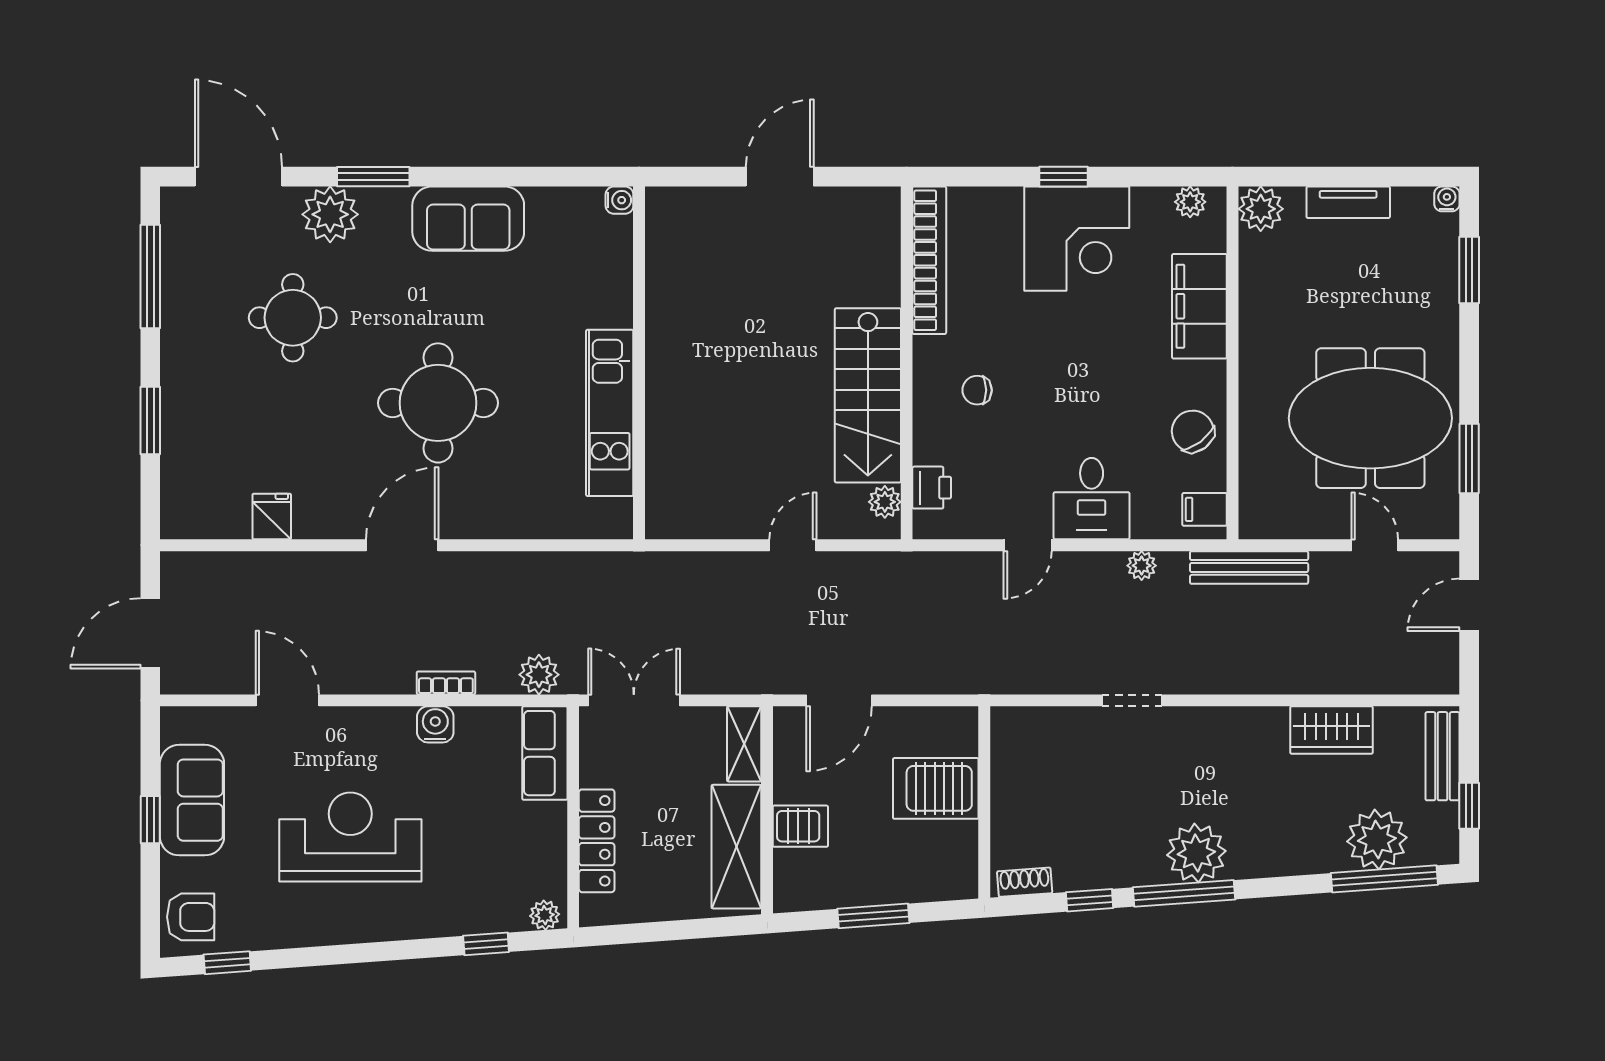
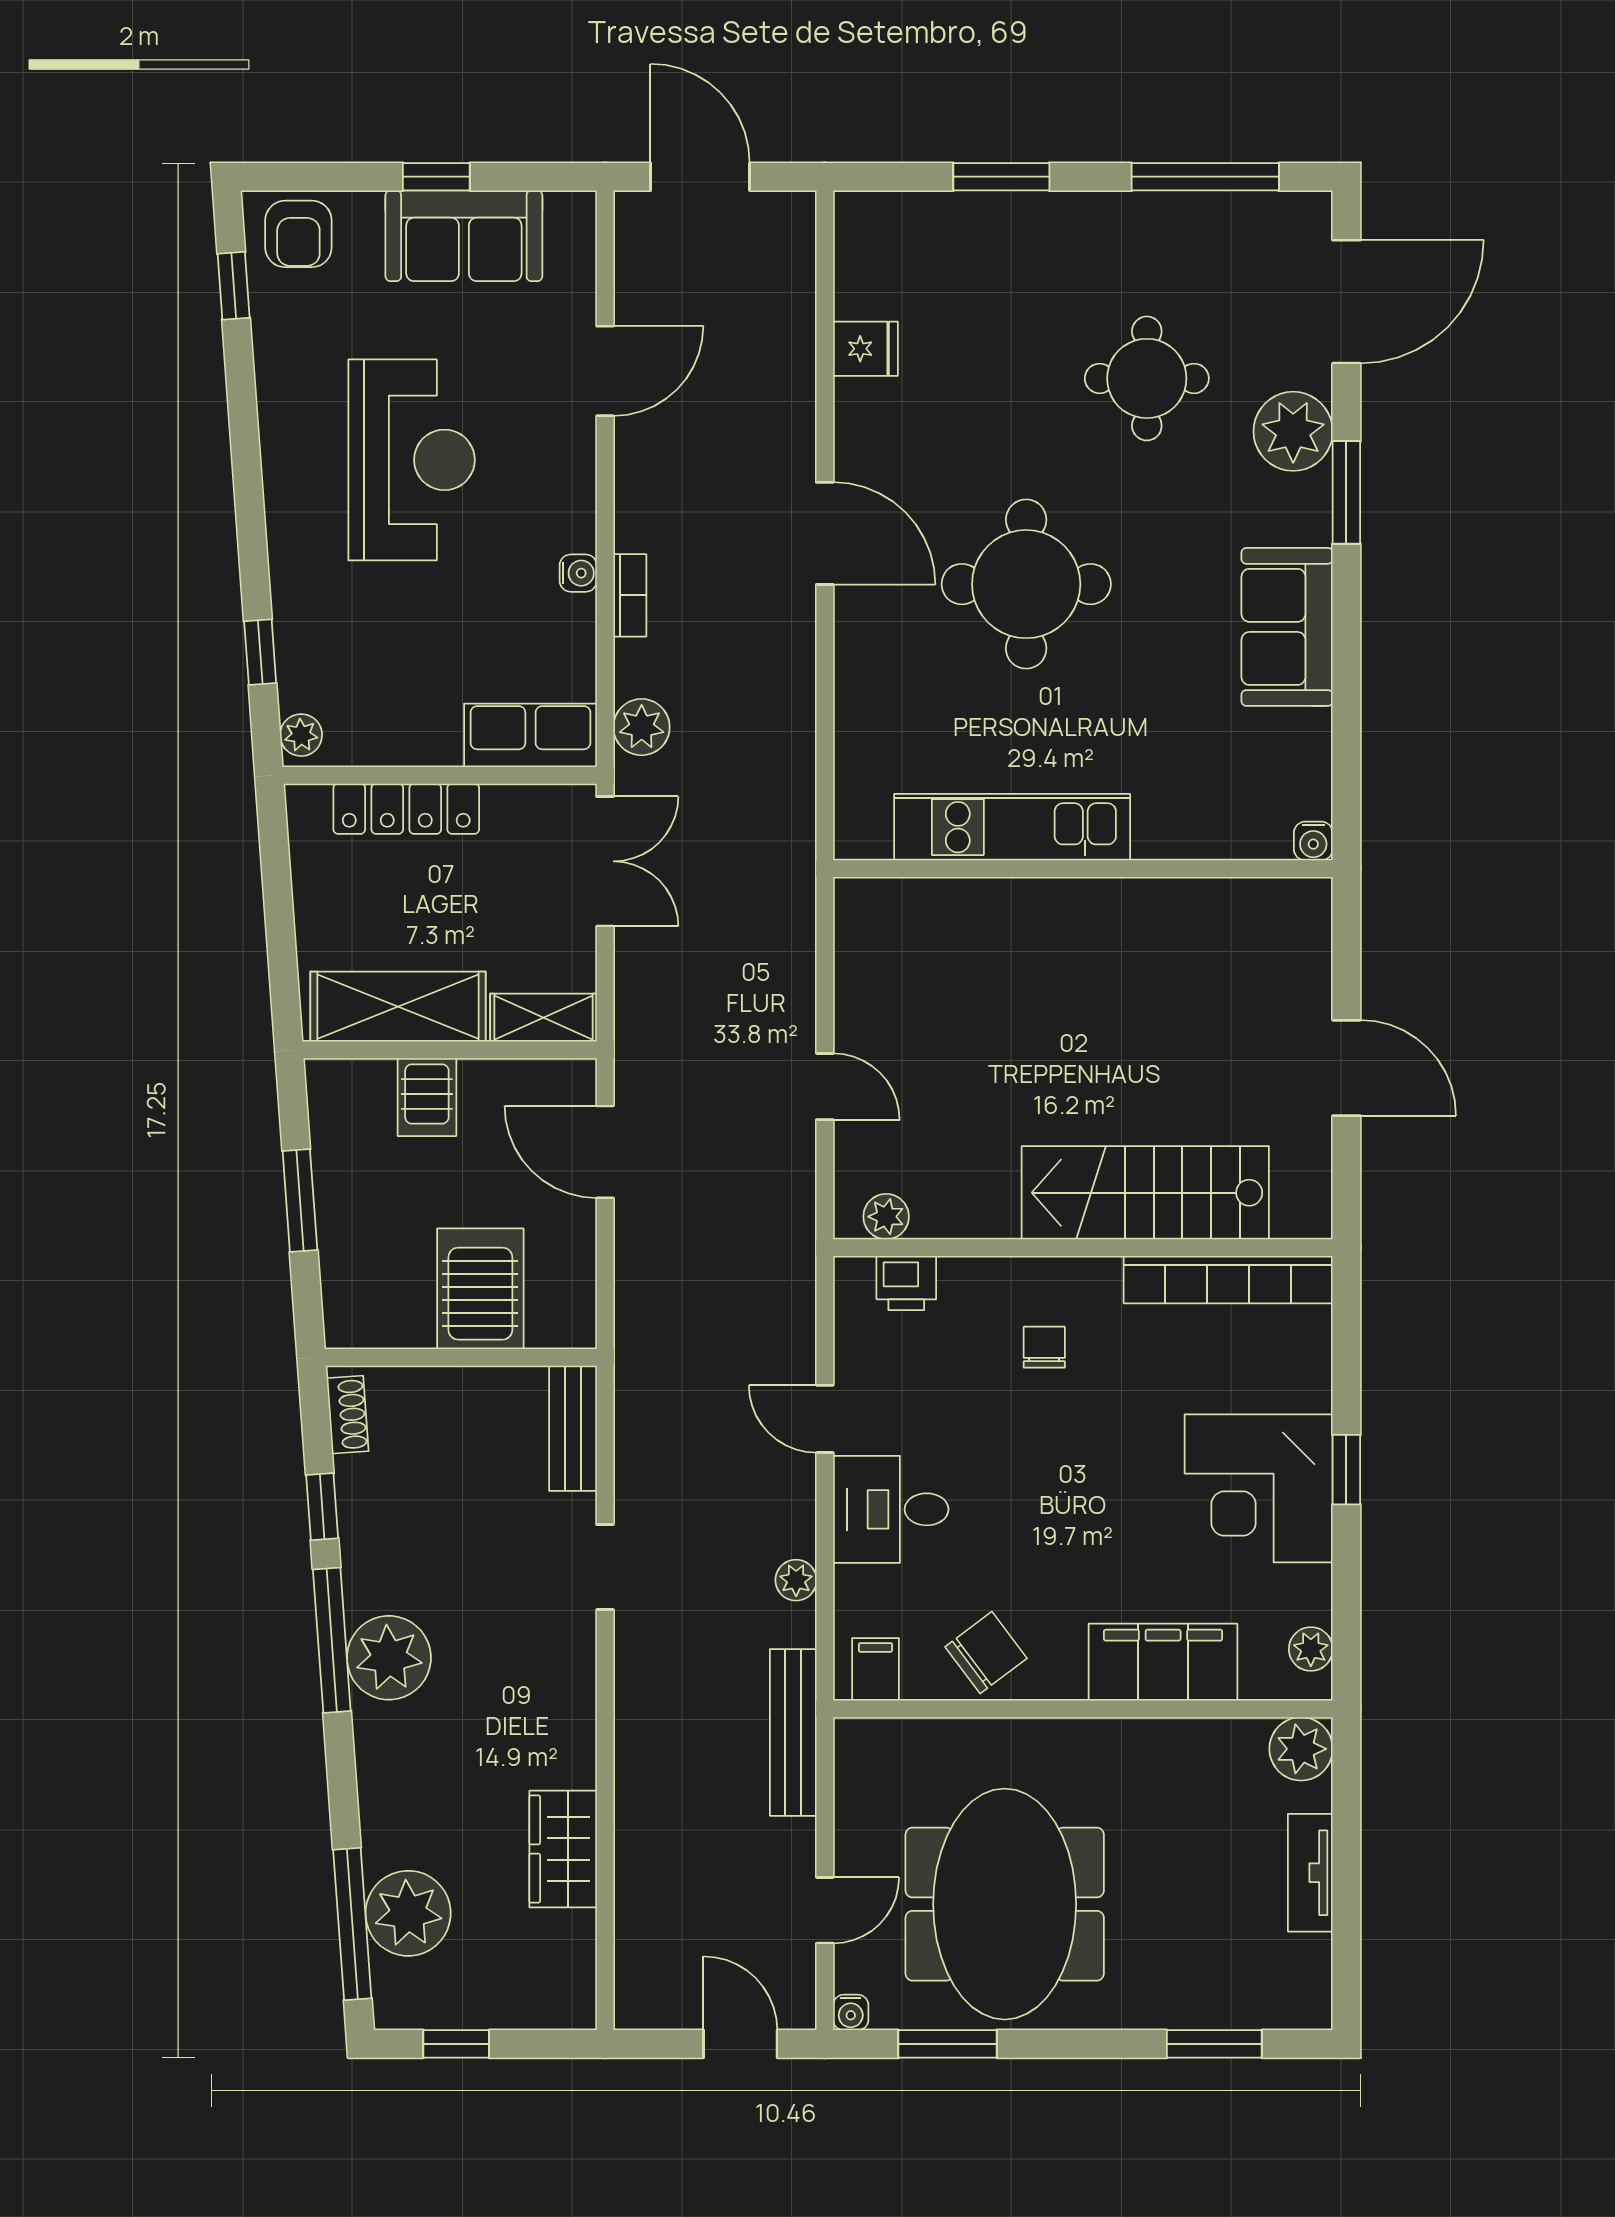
water cooler: (1447, 199) -> (851, 2012), moved, turned 90
stairs: (868, 395) -> (1145, 1193), moved
water cooler: (435, 724) -> (578, 573), width x0.72, depth x0.72
bench: (1443, 756) -> (573, 1428), moved, turned 90

